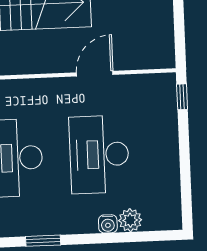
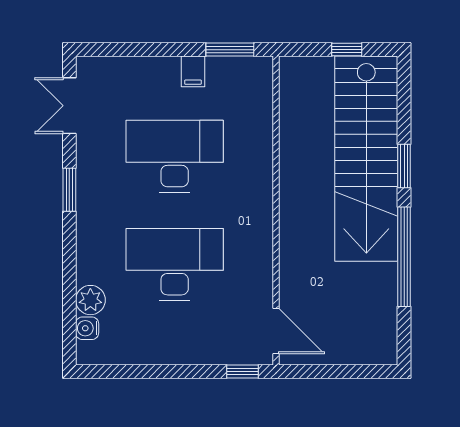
door: (95, 74) -> (276, 331), moved
water cooler: (108, 224) -> (87, 328), moved

